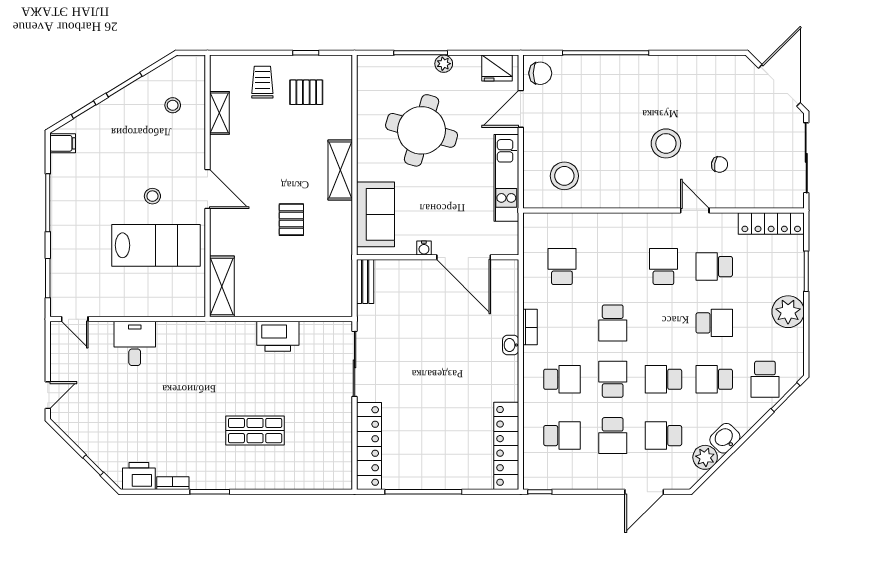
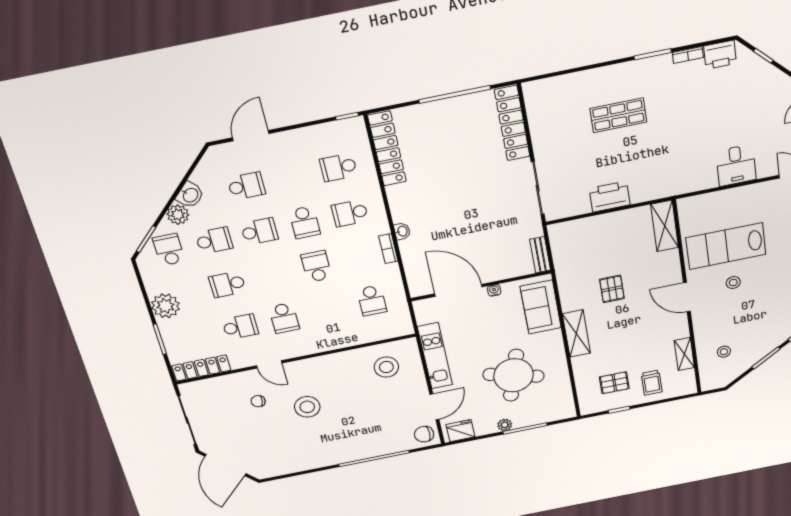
school desk: (613, 436) -> (292, 177), removed
plant: (705, 457) -> (178, 215), moved

